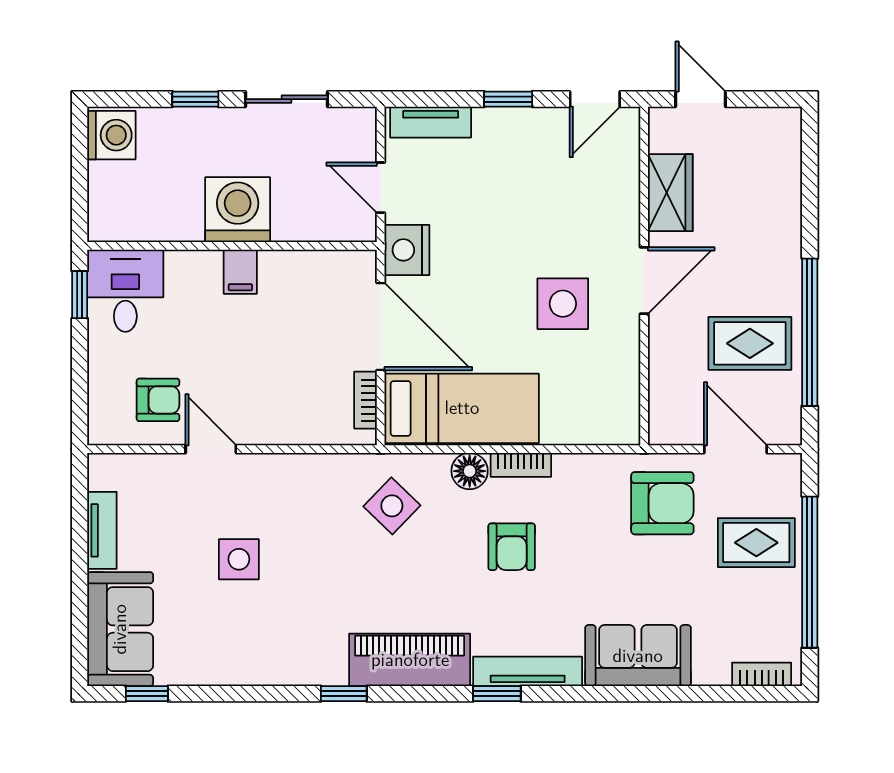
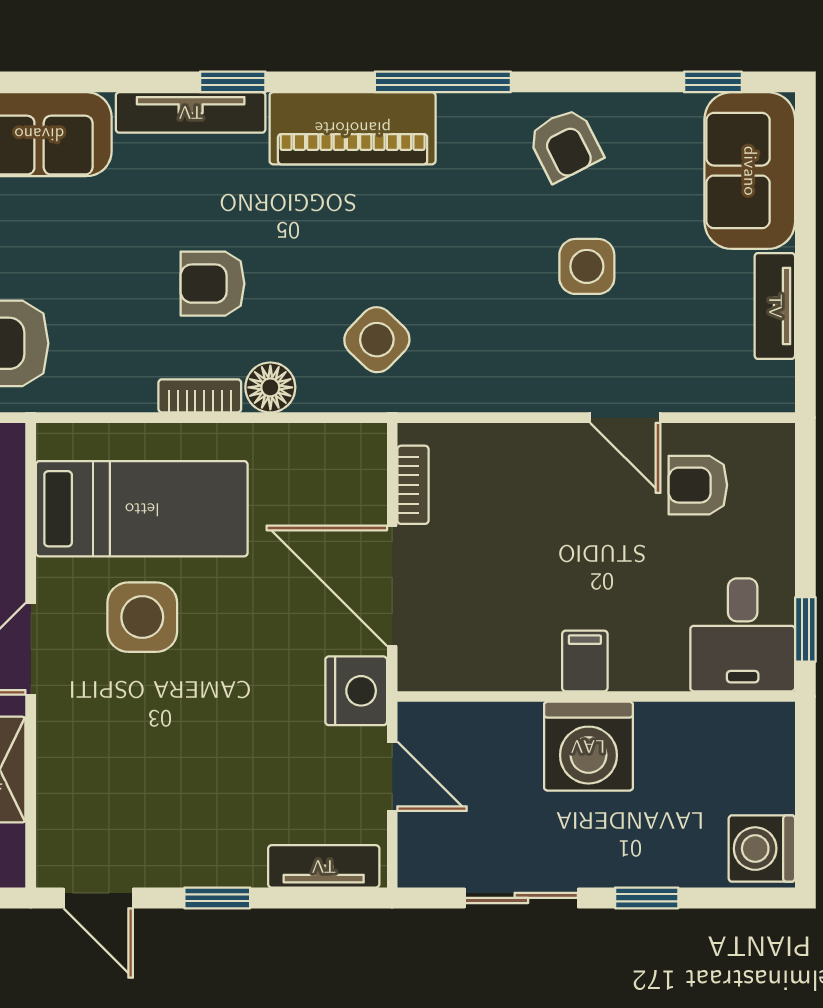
door: (595, 99) -> (98, 898), swing flipped
bed: (462, 408) -> (142, 509), moved, turned 180
armchair: (512, 547) -> (212, 284), turned -90
armchair: (255, 648) -> (565, 145), added
window: (344, 694) -> (443, 82), width x2.17

